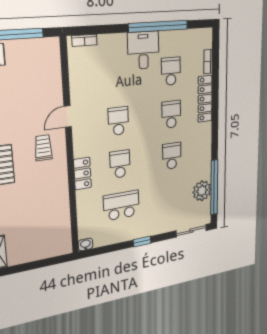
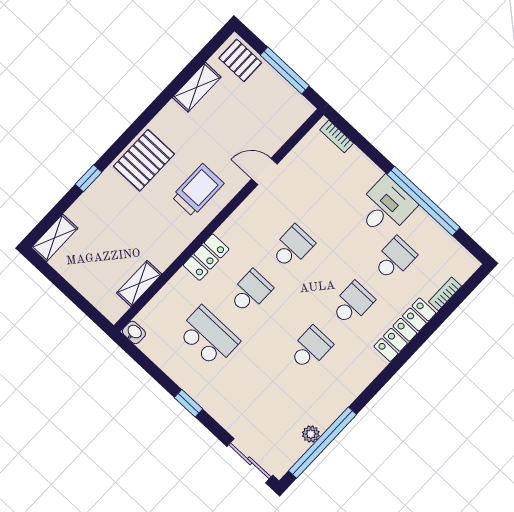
door: (68, 117) -> (264, 171), moved
trolley: (43, 148) -> (198, 190), width x1.36, depth x1.39
plant: (202, 191) -> (311, 434), width x0.53, depth x0.53
shelving: (64, 222) -> (139, 284), added

